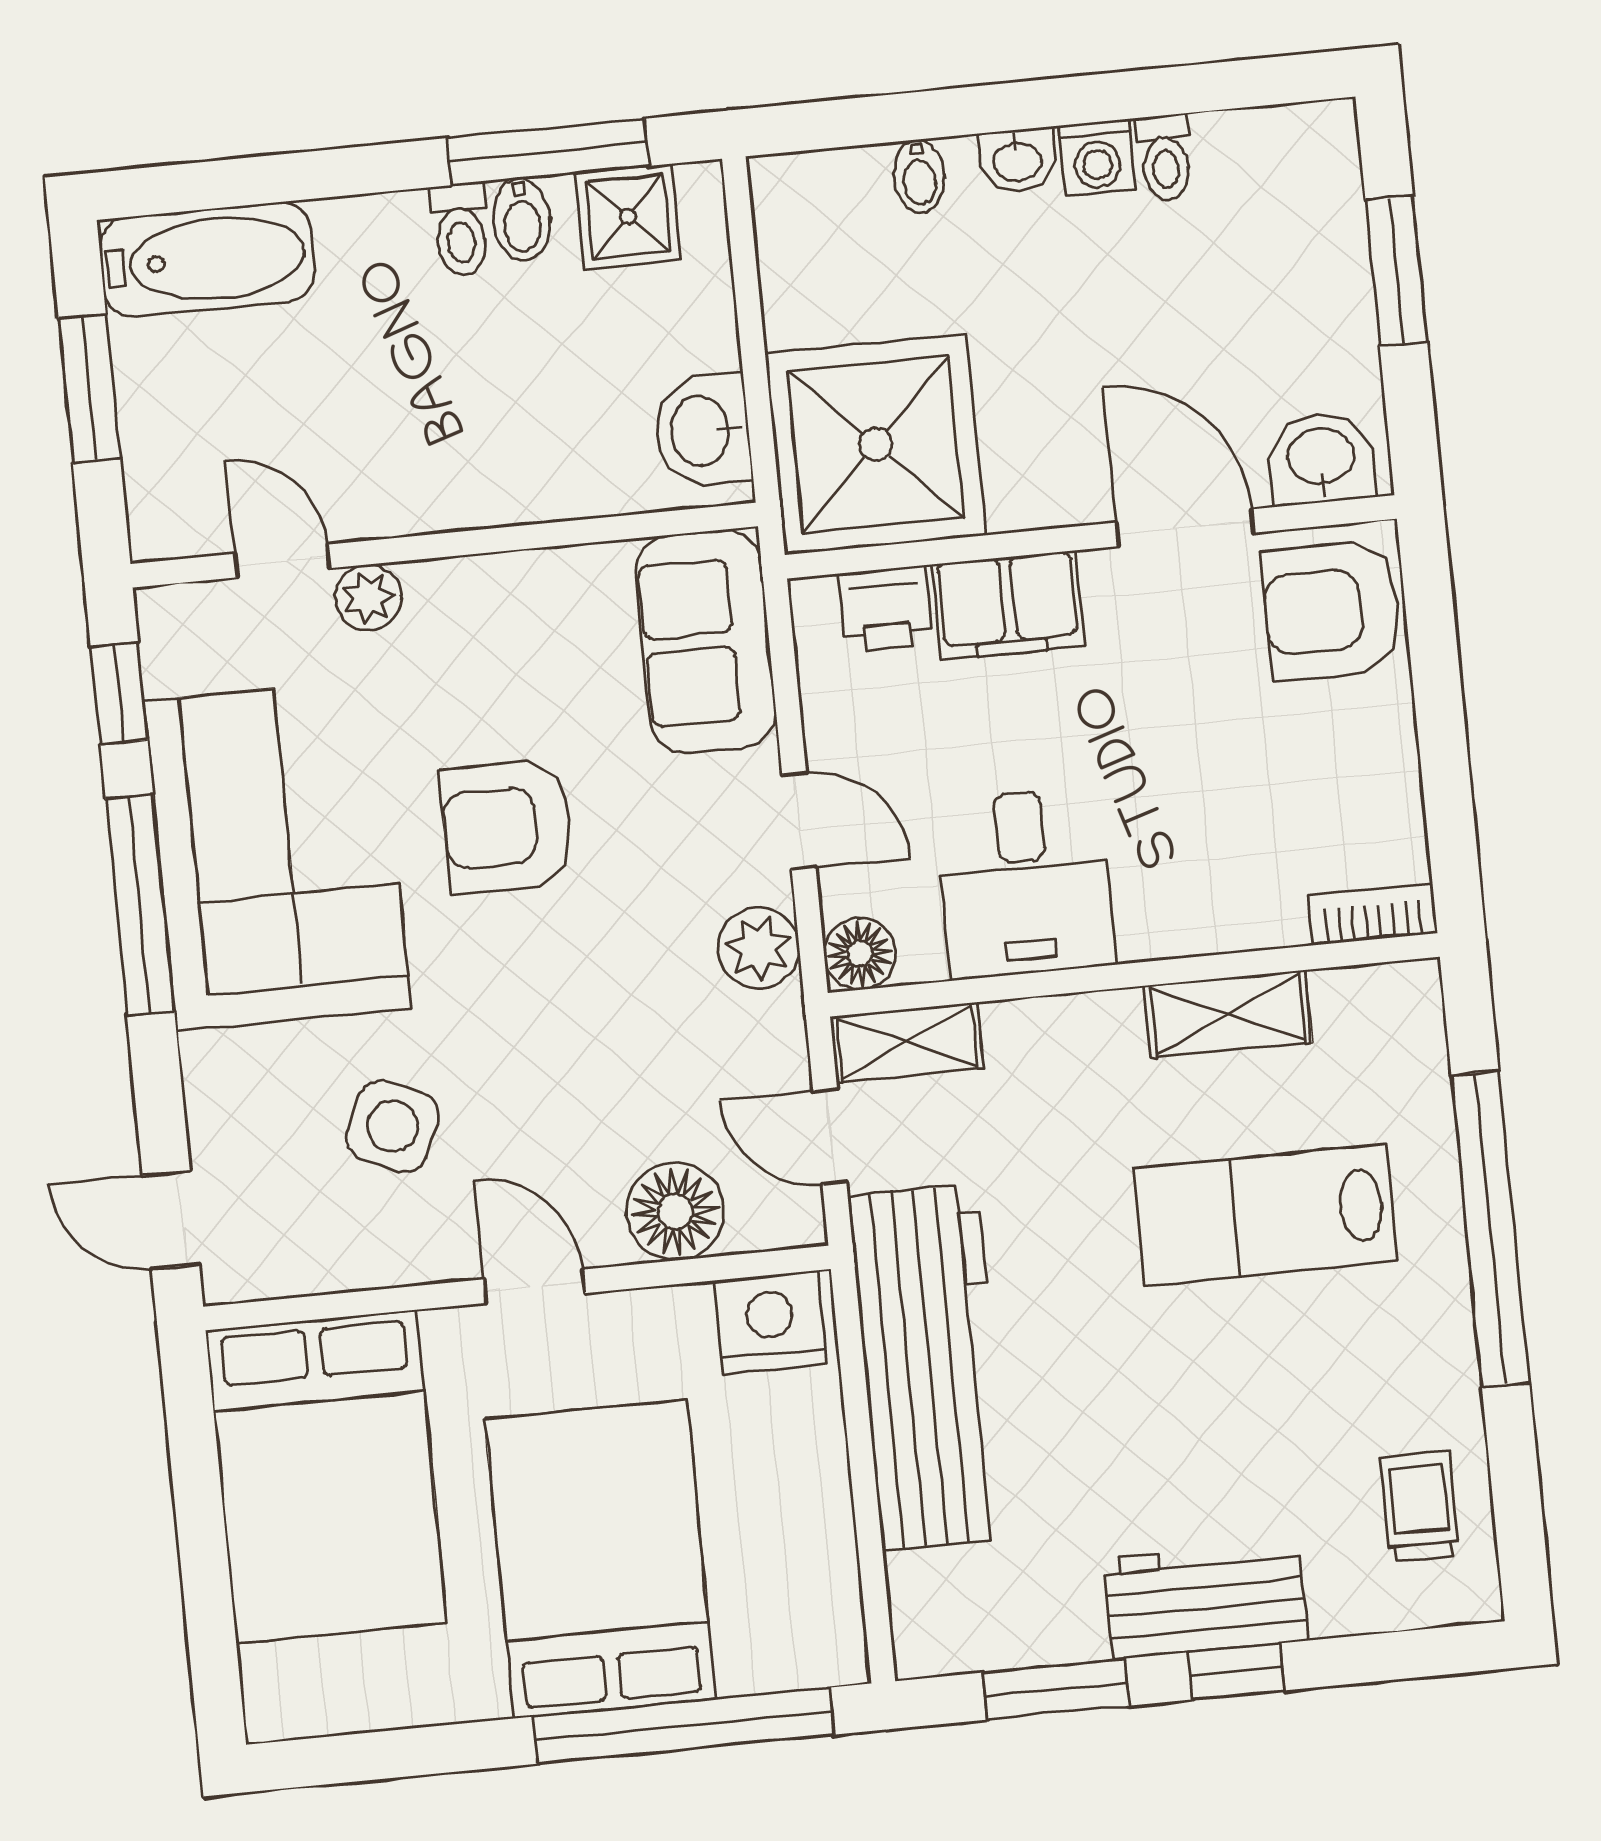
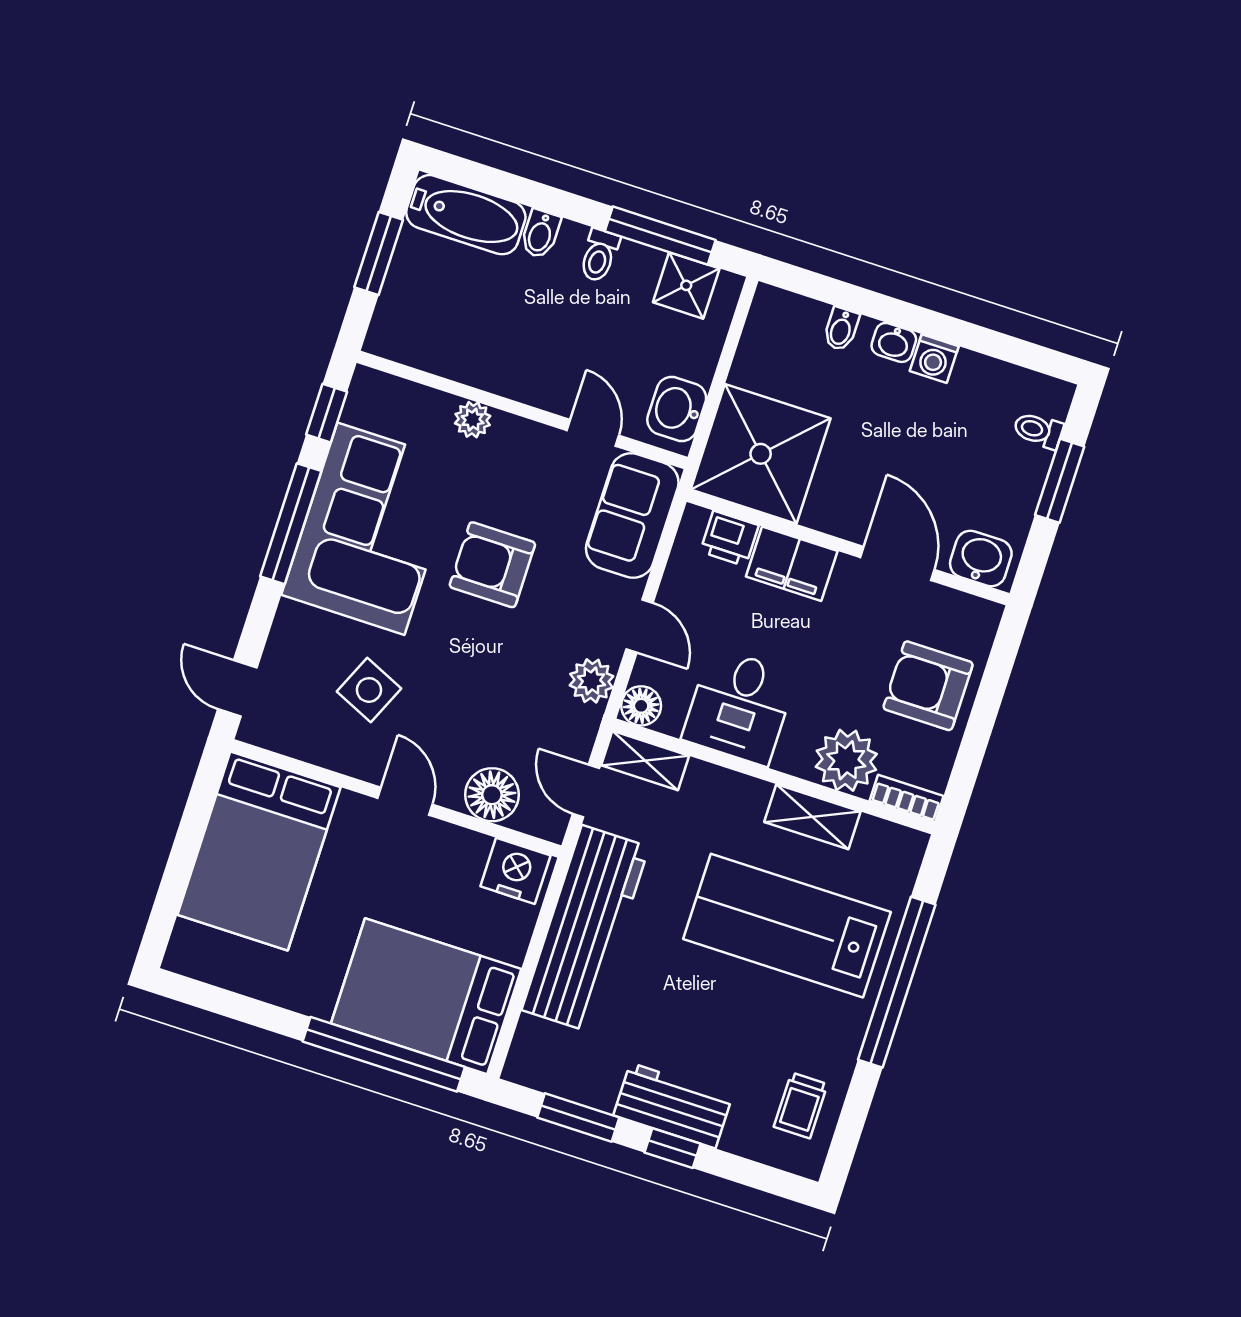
toilet: (1165, 158) -> (1038, 430), moved, turned 90
bidet: (522, 220) -> (540, 234), moved
door: (282, 561) -> (593, 433), moved
armchair: (1332, 610) -> (928, 686), moved
plant: (1243, 895) -> (846, 760), added
lab bench: (1265, 1215) -> (787, 926), width x1.36, depth x1.39
trolley: (1420, 1506) -> (801, 1106), turned 180
bed: (600, 1559) -> (426, 996), moved, turned -90

